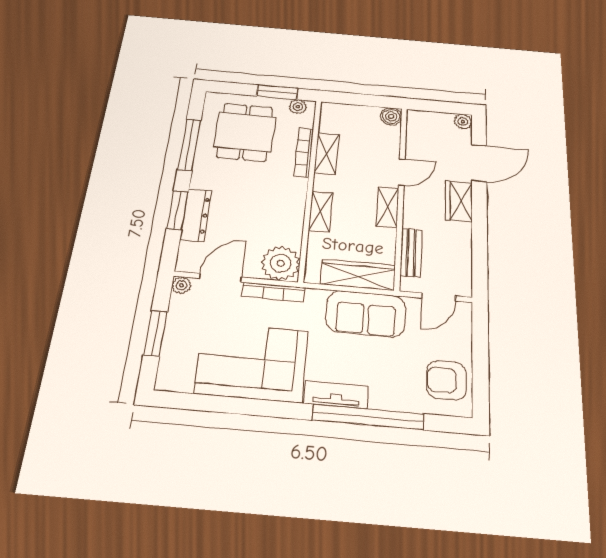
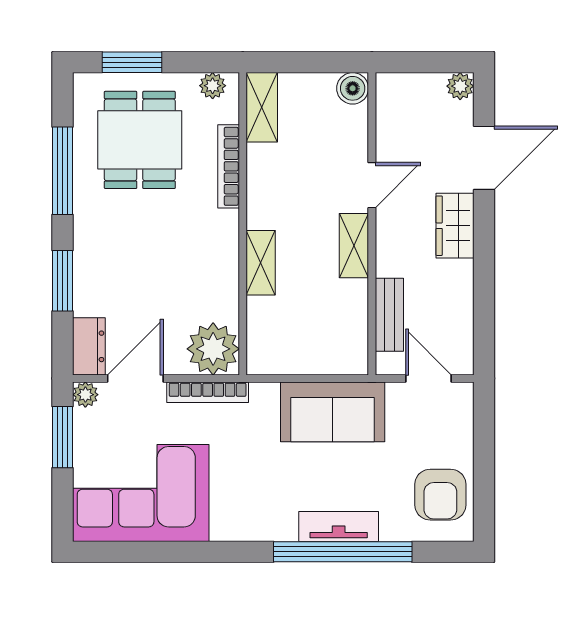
window: (277, 92) -> (132, 62), moved
shelving: (327, 154) -> (262, 107), moved
dresser: (196, 215) -> (89, 346), moved, width x0.70
wardrobe: (358, 275) -> (319, 356), removed
door: (439, 297) -> (428, 378), swing flipped
window: (155, 333) -> (63, 437), moved
corner sofa: (252, 362) -> (141, 493), moved
armchair: (447, 380) -> (440, 495), turned -90
tv unit: (336, 395) -> (339, 526), moved

